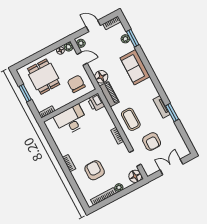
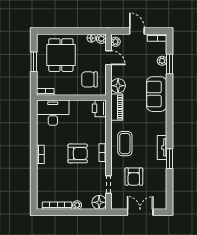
chair: (76, 84) -> (89, 79), turned -90
desk: (71, 120) -> (53, 113), moved
armchair: (95, 170) -> (78, 153), moved, turned 90

